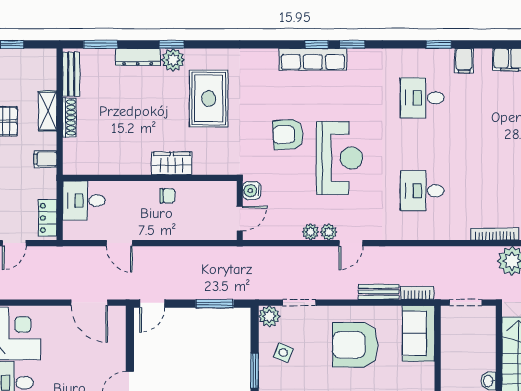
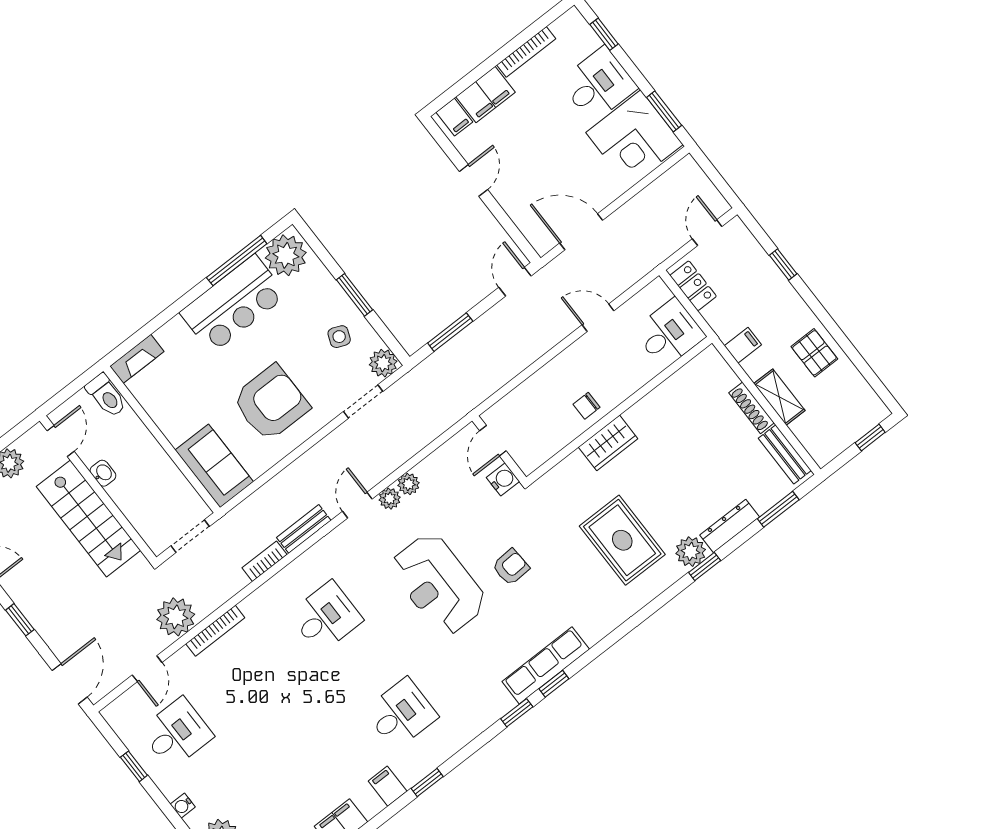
armchair: (288, 134) -> (511, 567), width x0.72, depth x0.72
bench: (379, 292) -> (304, 529), moved
bookcase: (417, 293) -> (265, 561), moved, turned 180

